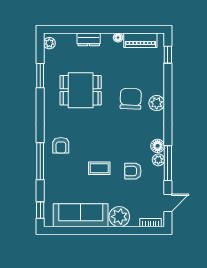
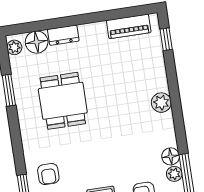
floor lamp: (118, 38) -> (37, 42), moved, width x1.89, depth x1.89
dining table: (81, 90) -> (63, 101), turned 90
chair: (131, 99) -> (128, 102), removed

